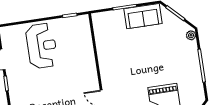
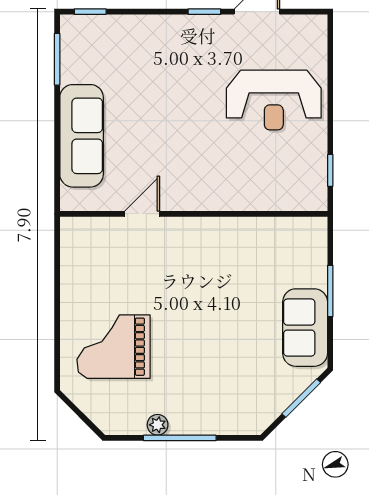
plant: (191, 35) -> (158, 425), moved

